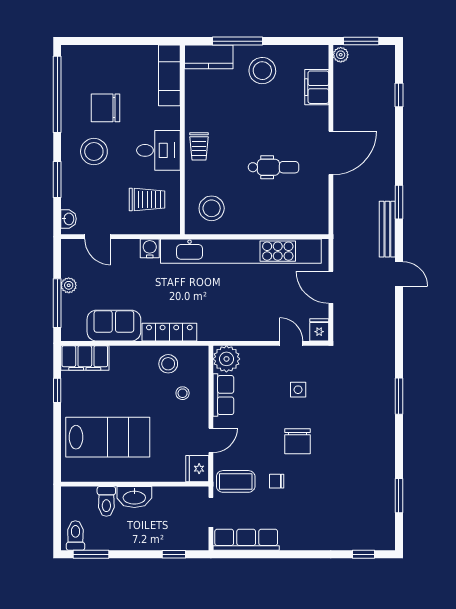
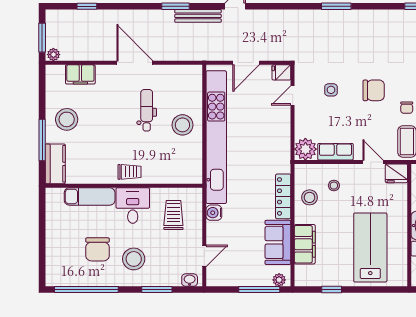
exam couch: (169, 75) -> (90, 196), moved
stool: (212, 208) -> (182, 125), moved
plant: (69, 285) -> (279, 280), moved
filing cabinet: (85, 358) -> (305, 244), moved

